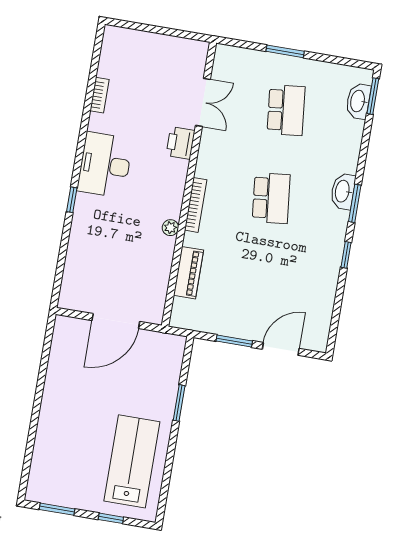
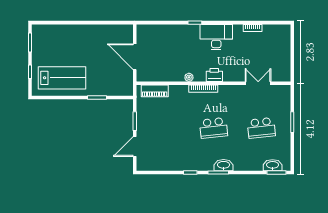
double door: (203, 102) -> (258, 83), swing flipped
printer: (180, 143) -> (214, 75), moved
piano: (188, 273) -> (155, 91), moved
door: (281, 349) -> (135, 146), swing flipped

